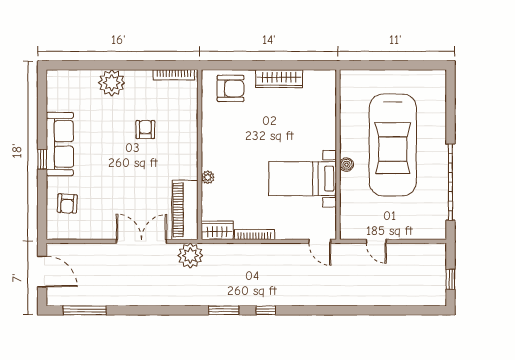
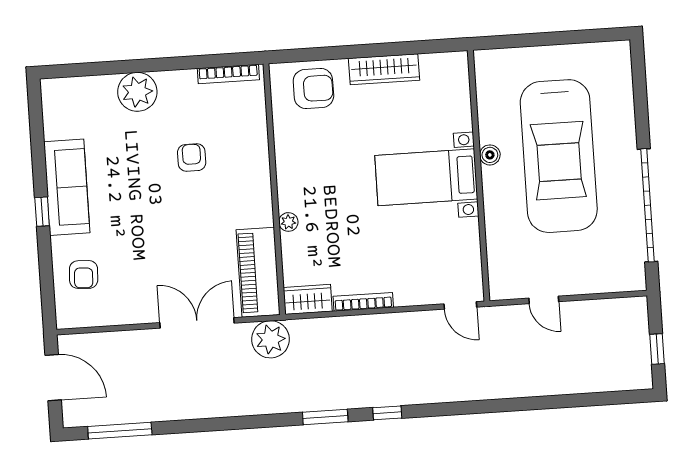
boiler: (346, 165) -> (490, 155), moved
bed with nightstands: (303, 179) -> (426, 177), moved

